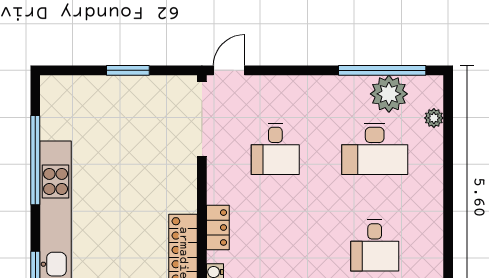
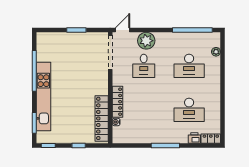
plant: (389, 94) -> (146, 41), moved
locker: (218, 228) -> (117, 102), width x1.53
desk: (375, 245) -> (189, 110), width x1.37

